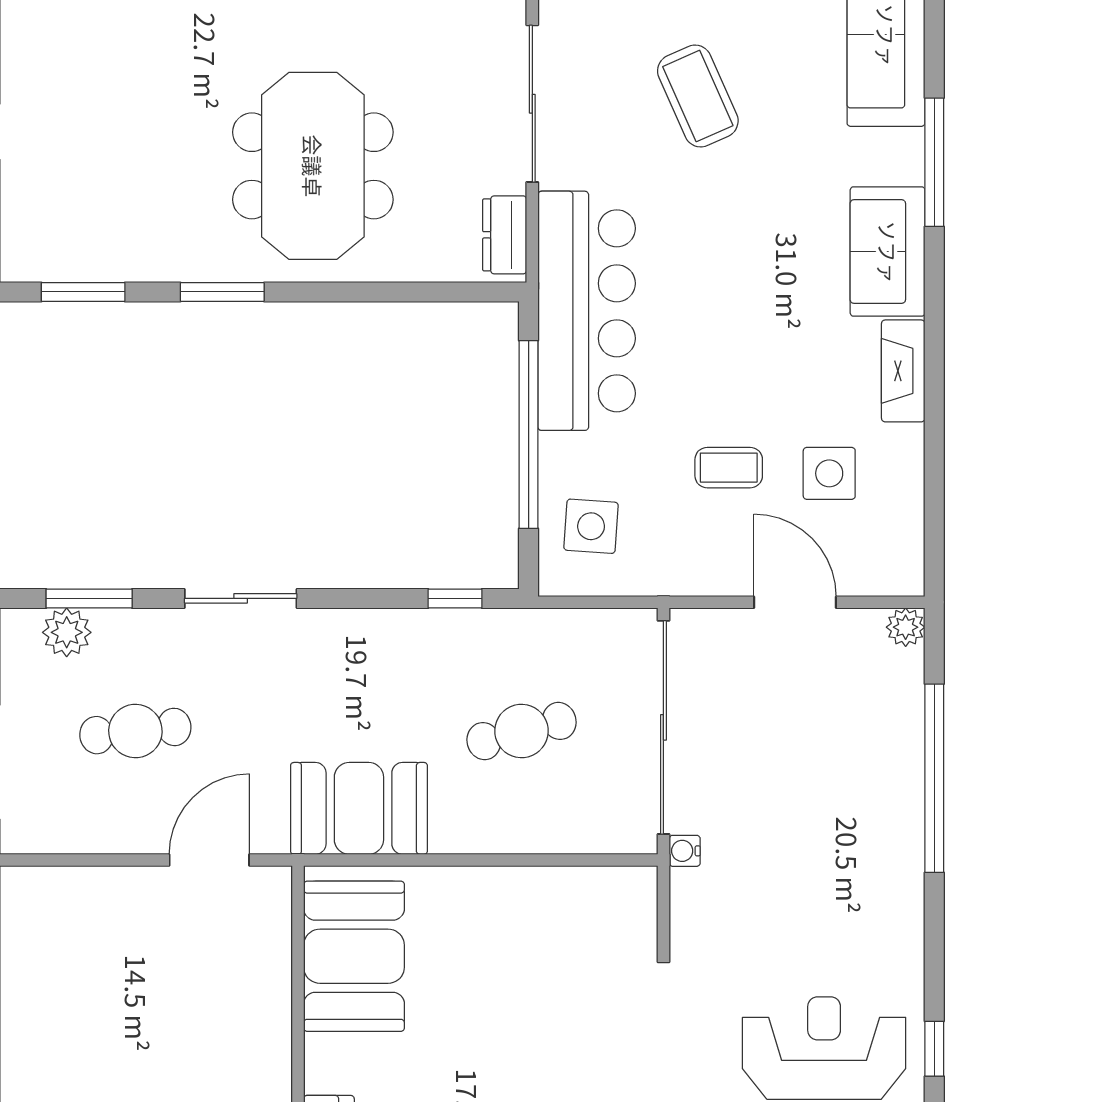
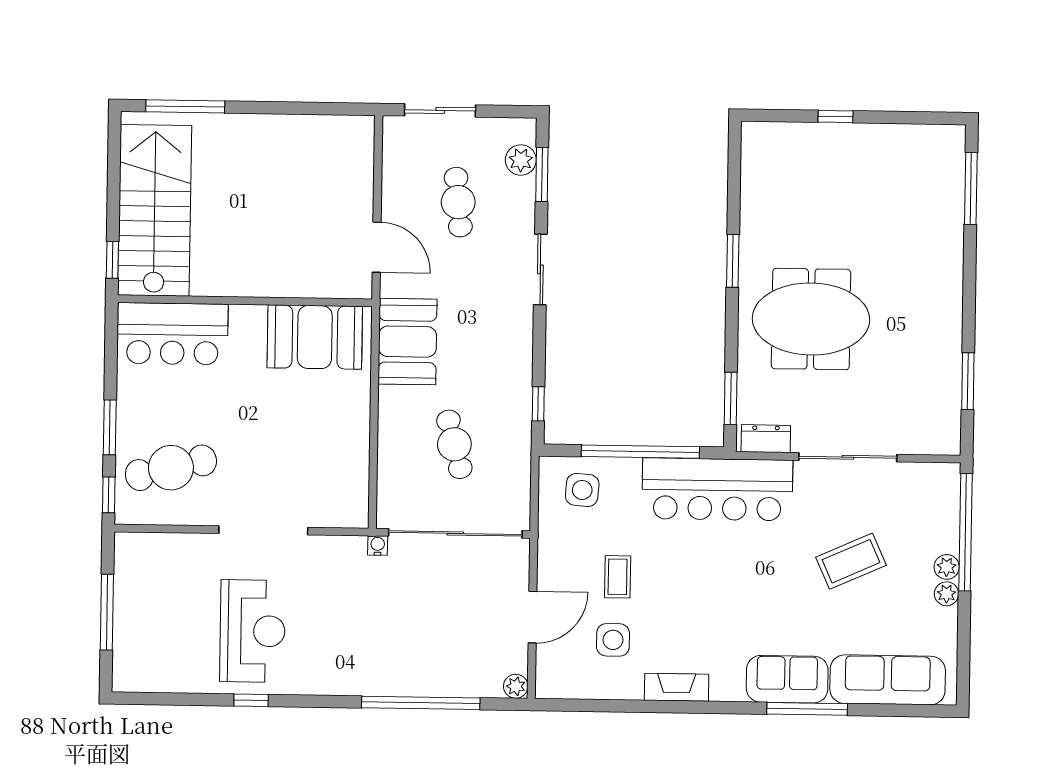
sofa: (888, 252) -> (787, 679), moved
window: (83, 292) -> (731, 398), moved

